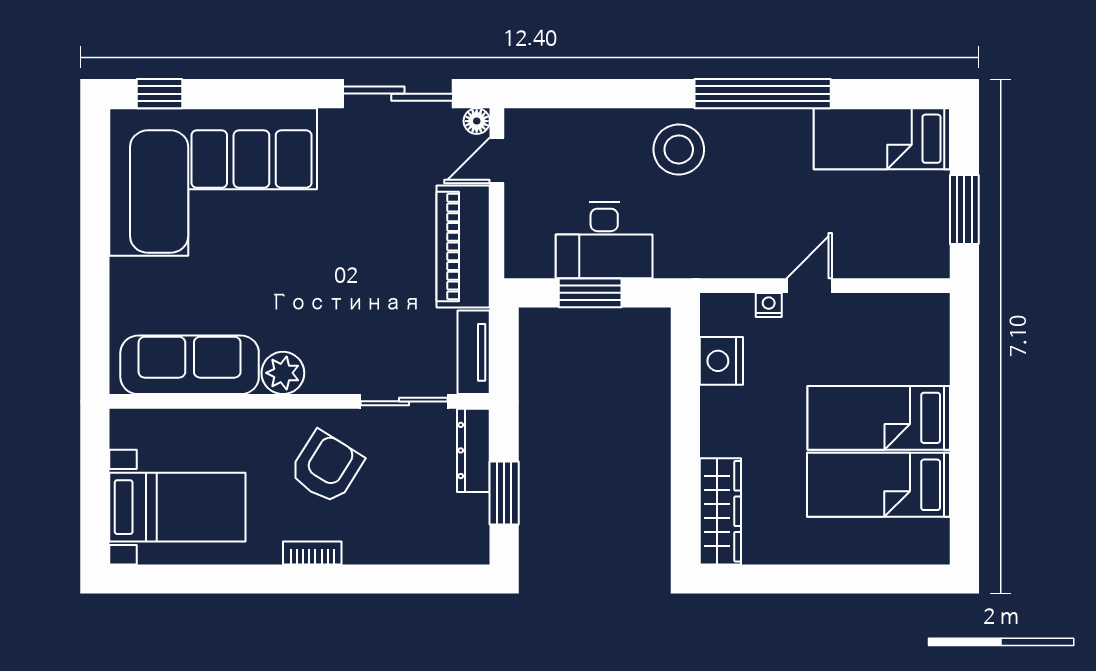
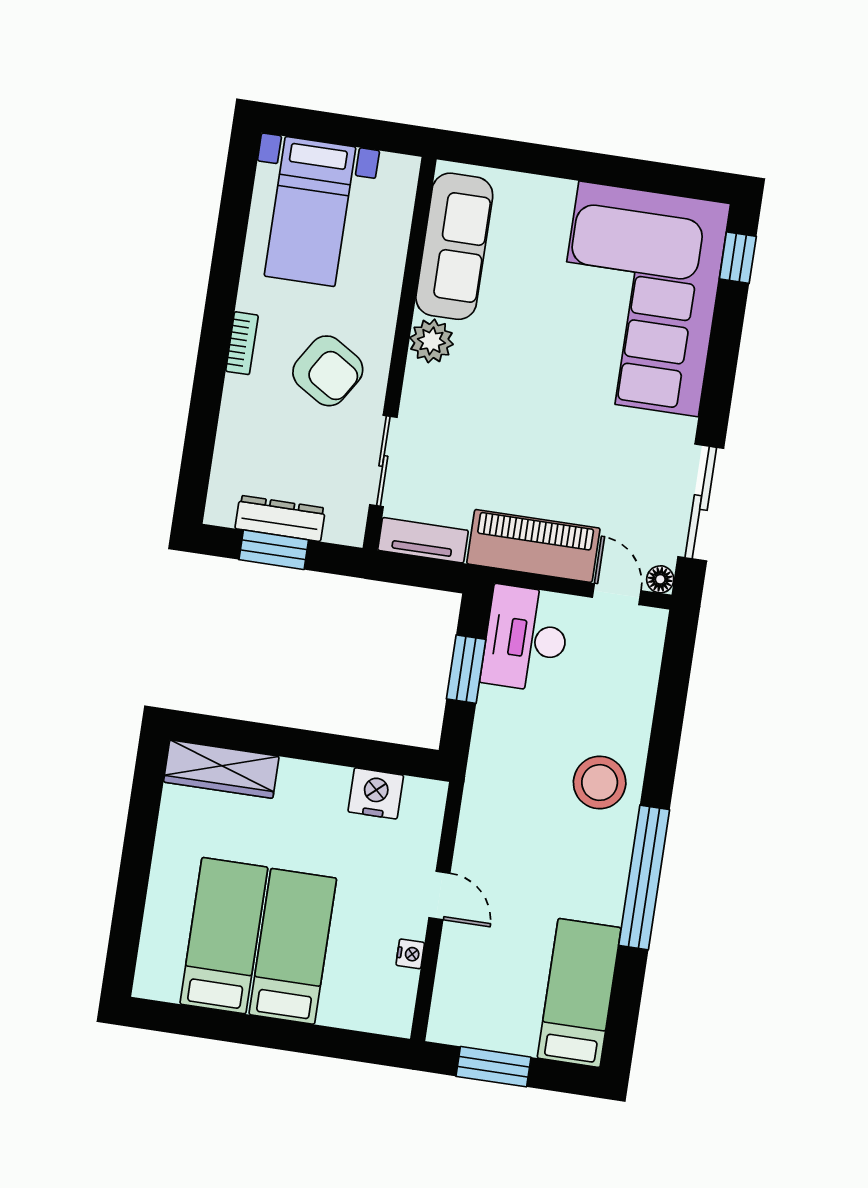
desk: (604, 240) -> (526, 639), moved
nightstand: (769, 305) -> (410, 954), moved
dresser: (473, 450) -> (280, 518), moved

